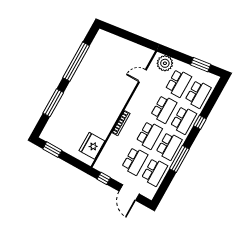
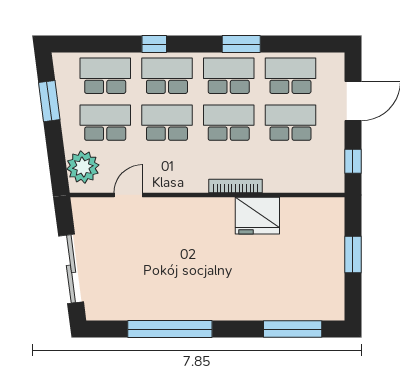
sliding door: (125, 34) -> (71, 269), added
door: (142, 76) -> (128, 195), swing flipped
window: (53, 103) -> (293, 329), moved
fridge: (92, 146) -> (257, 216), moved
window: (52, 150) -> (353, 255), moved
window: (179, 159) -> (241, 44), width x0.69

